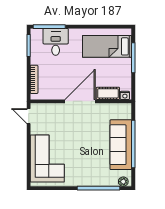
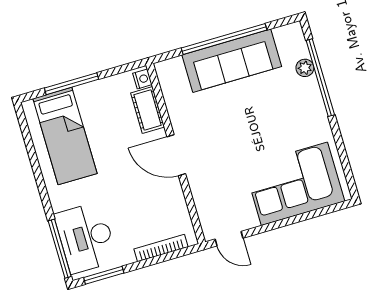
desk: (56, 42) -> (86, 238), width x1.37
door: (80, 101) -> (176, 155), width x0.73
door: (29, 116) -> (229, 239), hinge flipped
plant: (123, 182) -> (305, 68), moved

